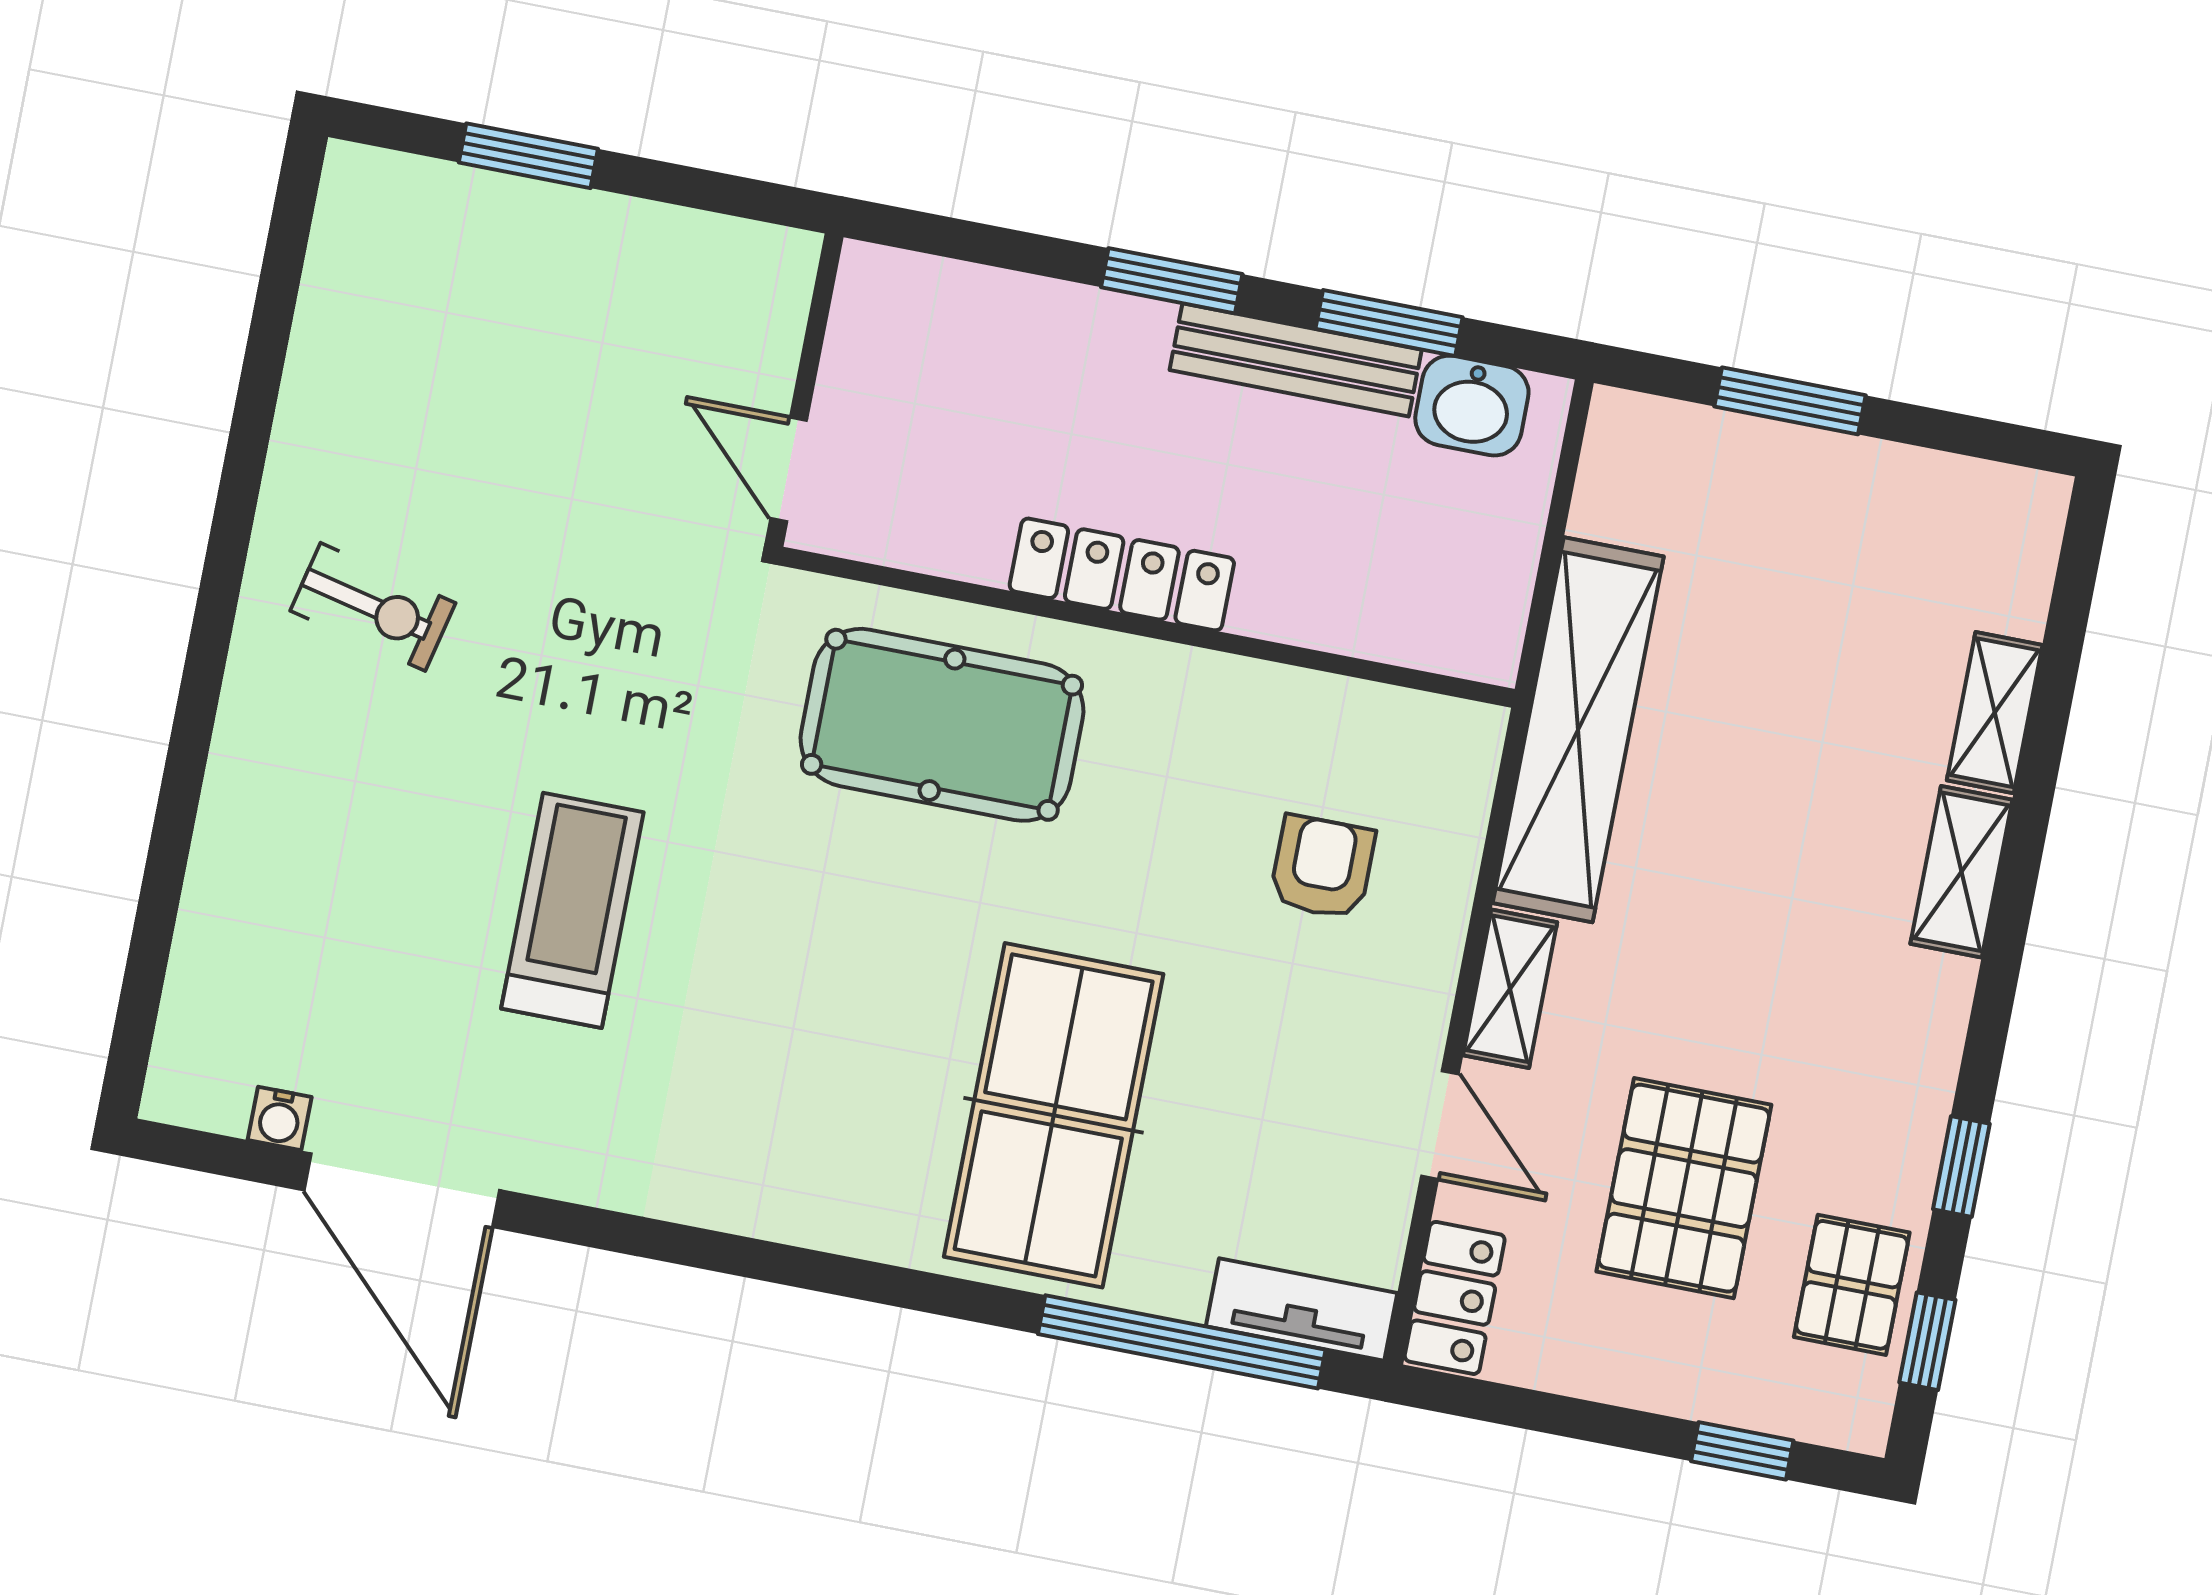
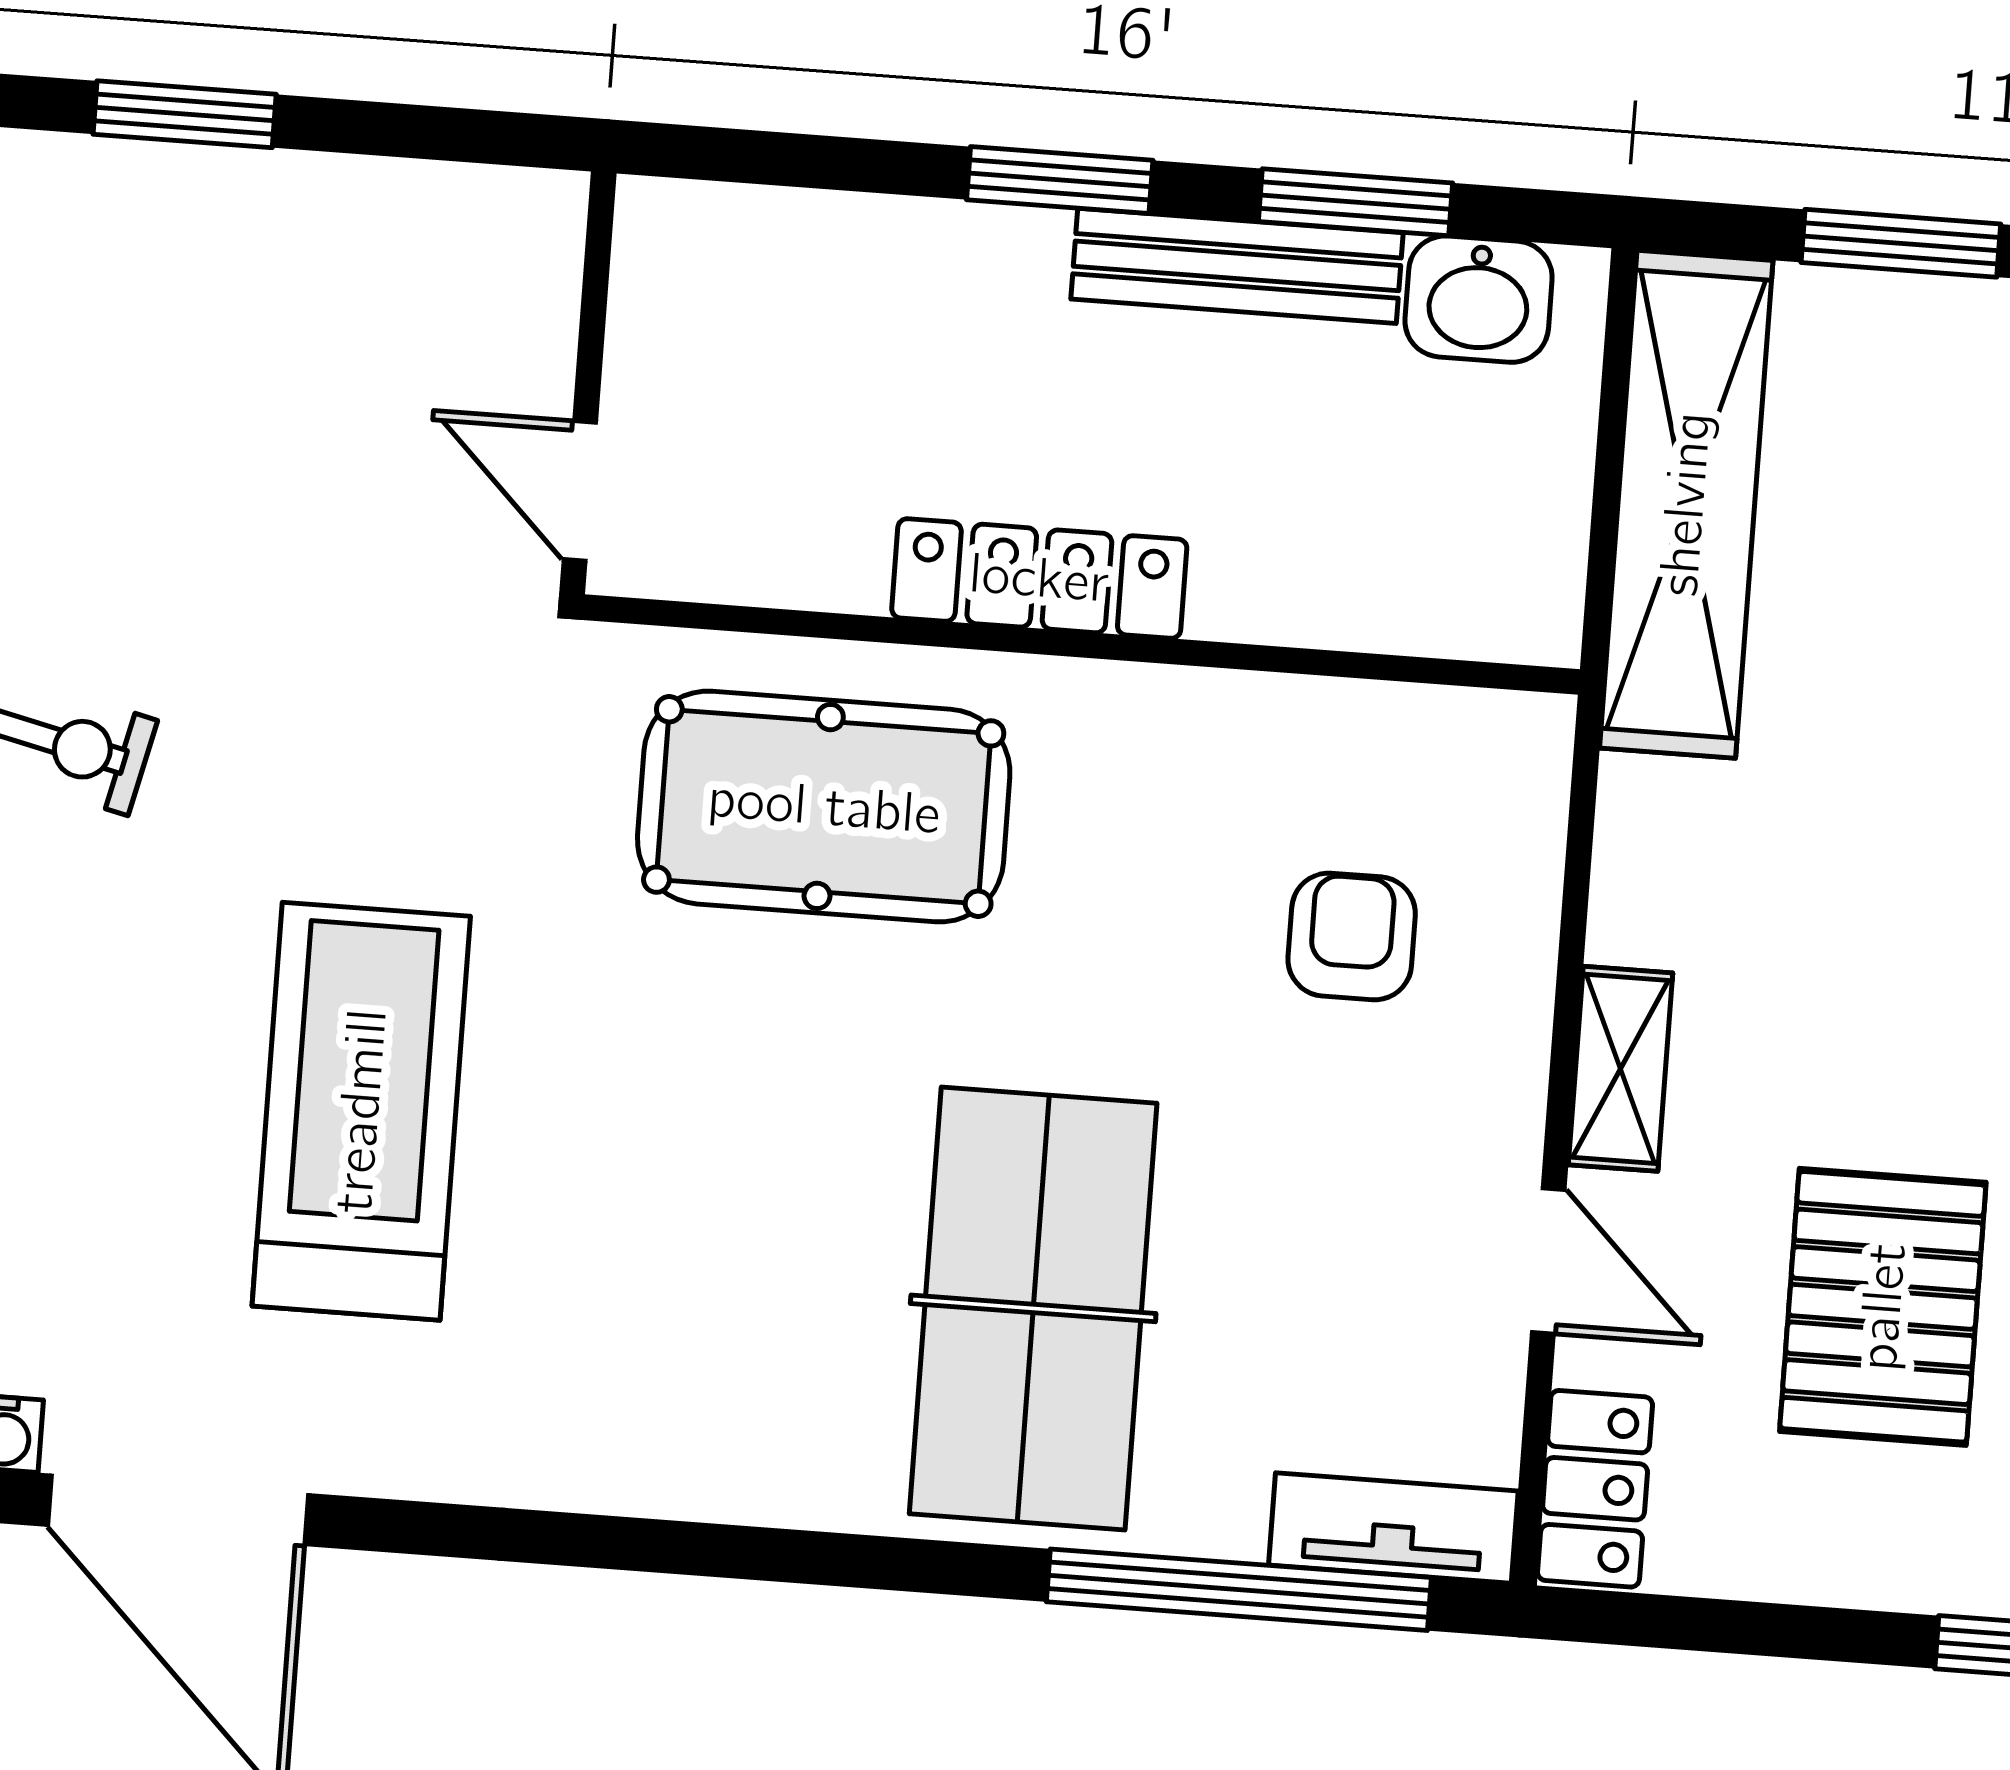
shelving: (1578, 730) -> (1686, 504), moved
treadmill: (572, 910) -> (361, 1111), width x1.37, depth x1.38

